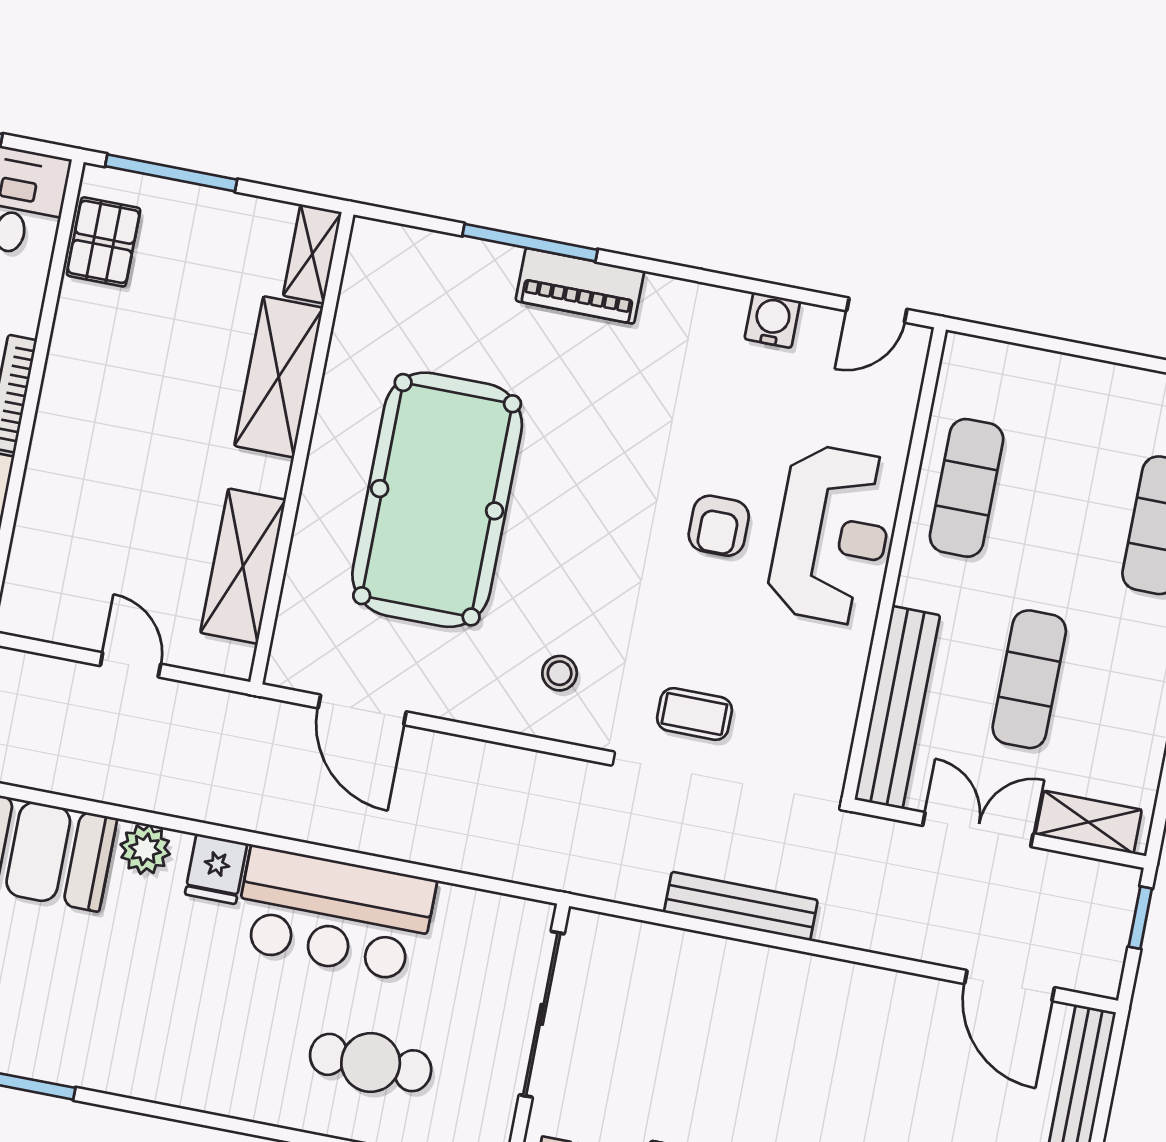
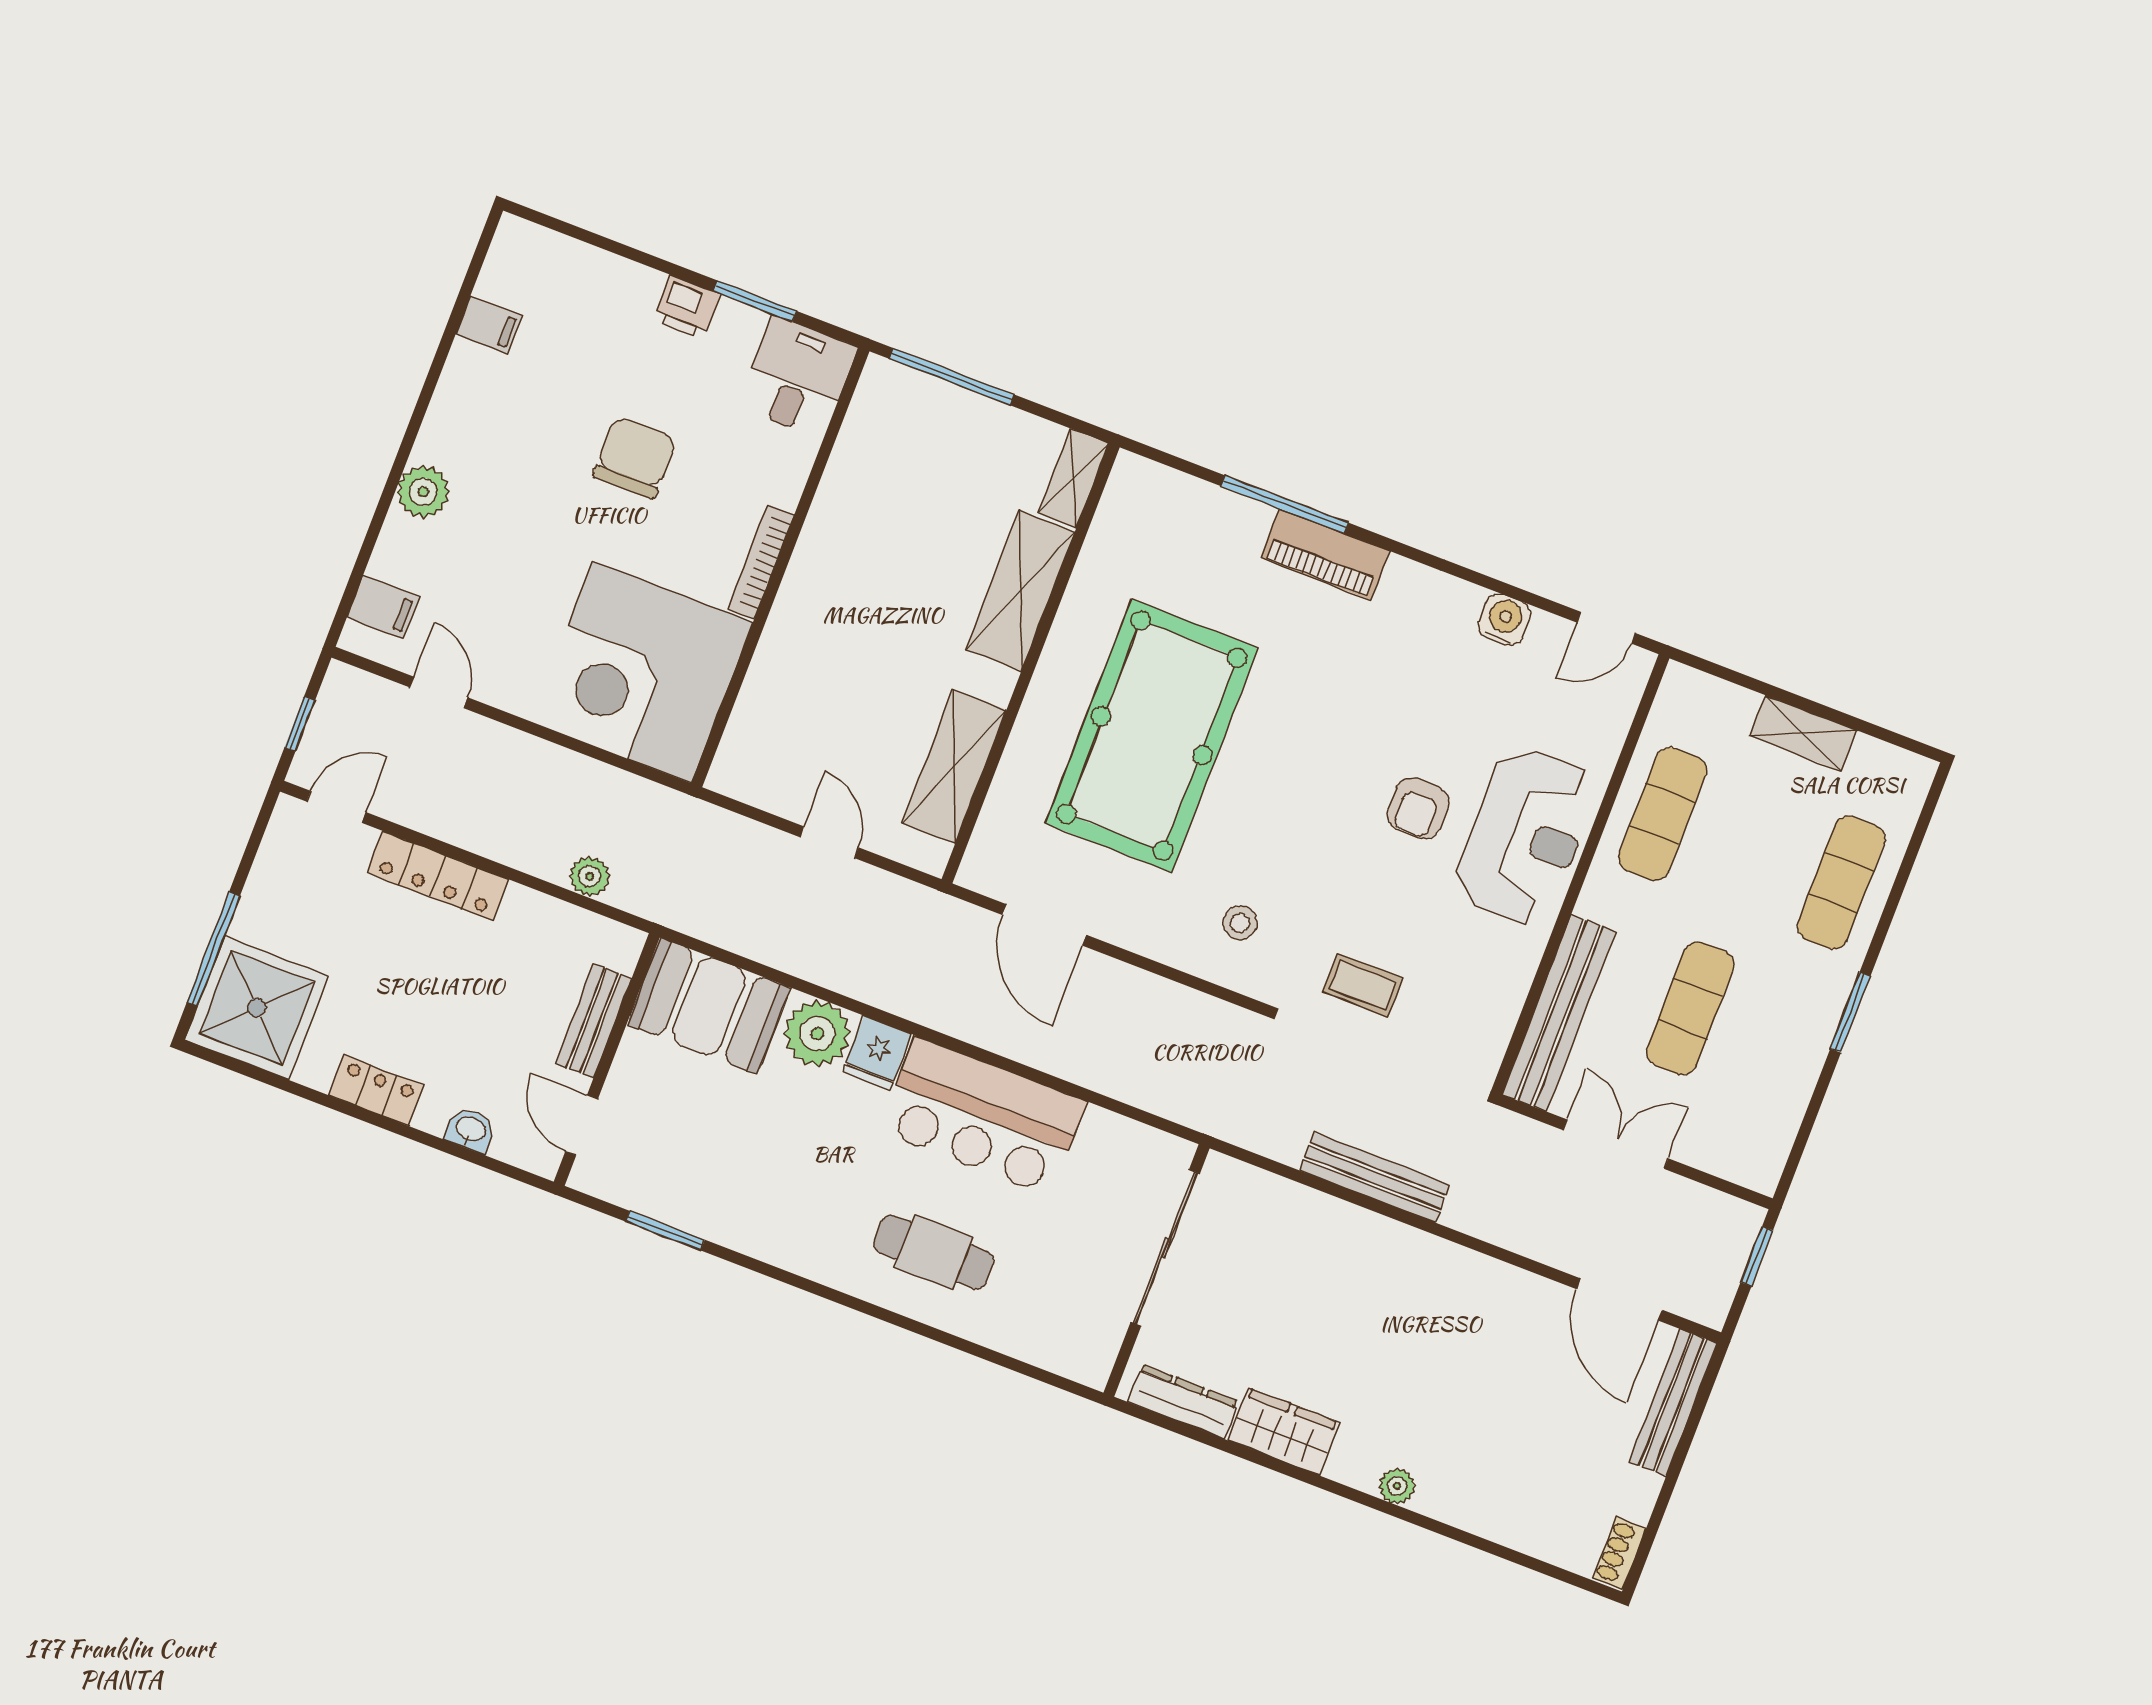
pallet: (104, 242) -> (875, 431), removed
shelving: (1089, 822) -> (1803, 733), moved
plant: (145, 849) -> (817, 1034), width x1.36, depth x1.36
cafe table: (371, 1063) -> (934, 1252), moved

